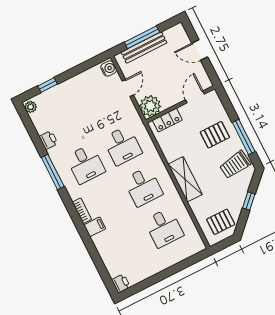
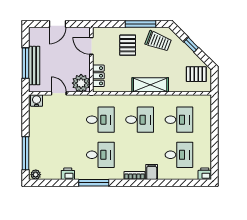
window: (48, 85) -> (26, 153), width x2.17
trolley: (235, 165) -> (158, 41), turned -61
pallet: (221, 222) -> (196, 74), turned 90
desk: (127, 246) -> (179, 155), added

